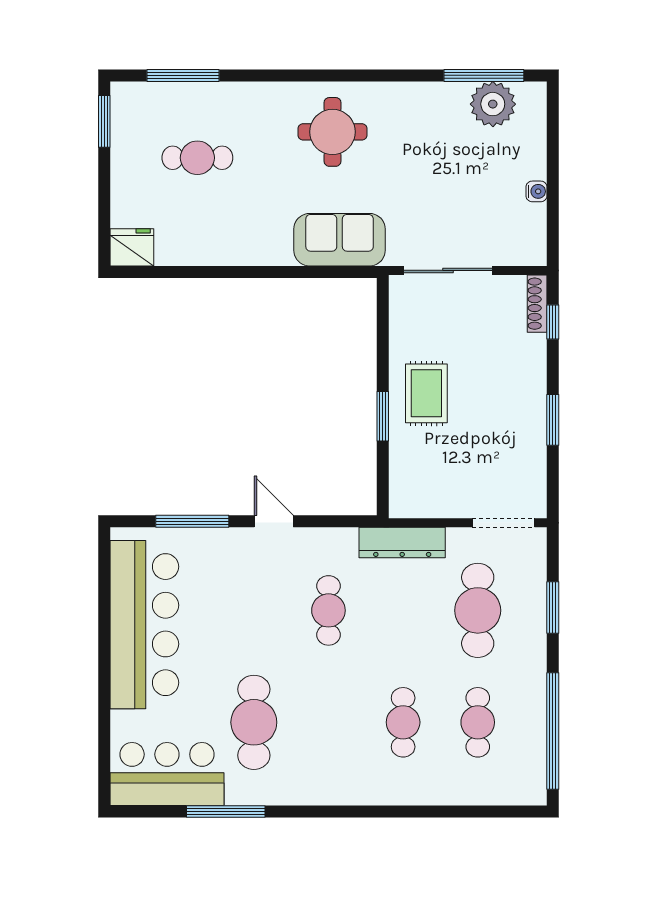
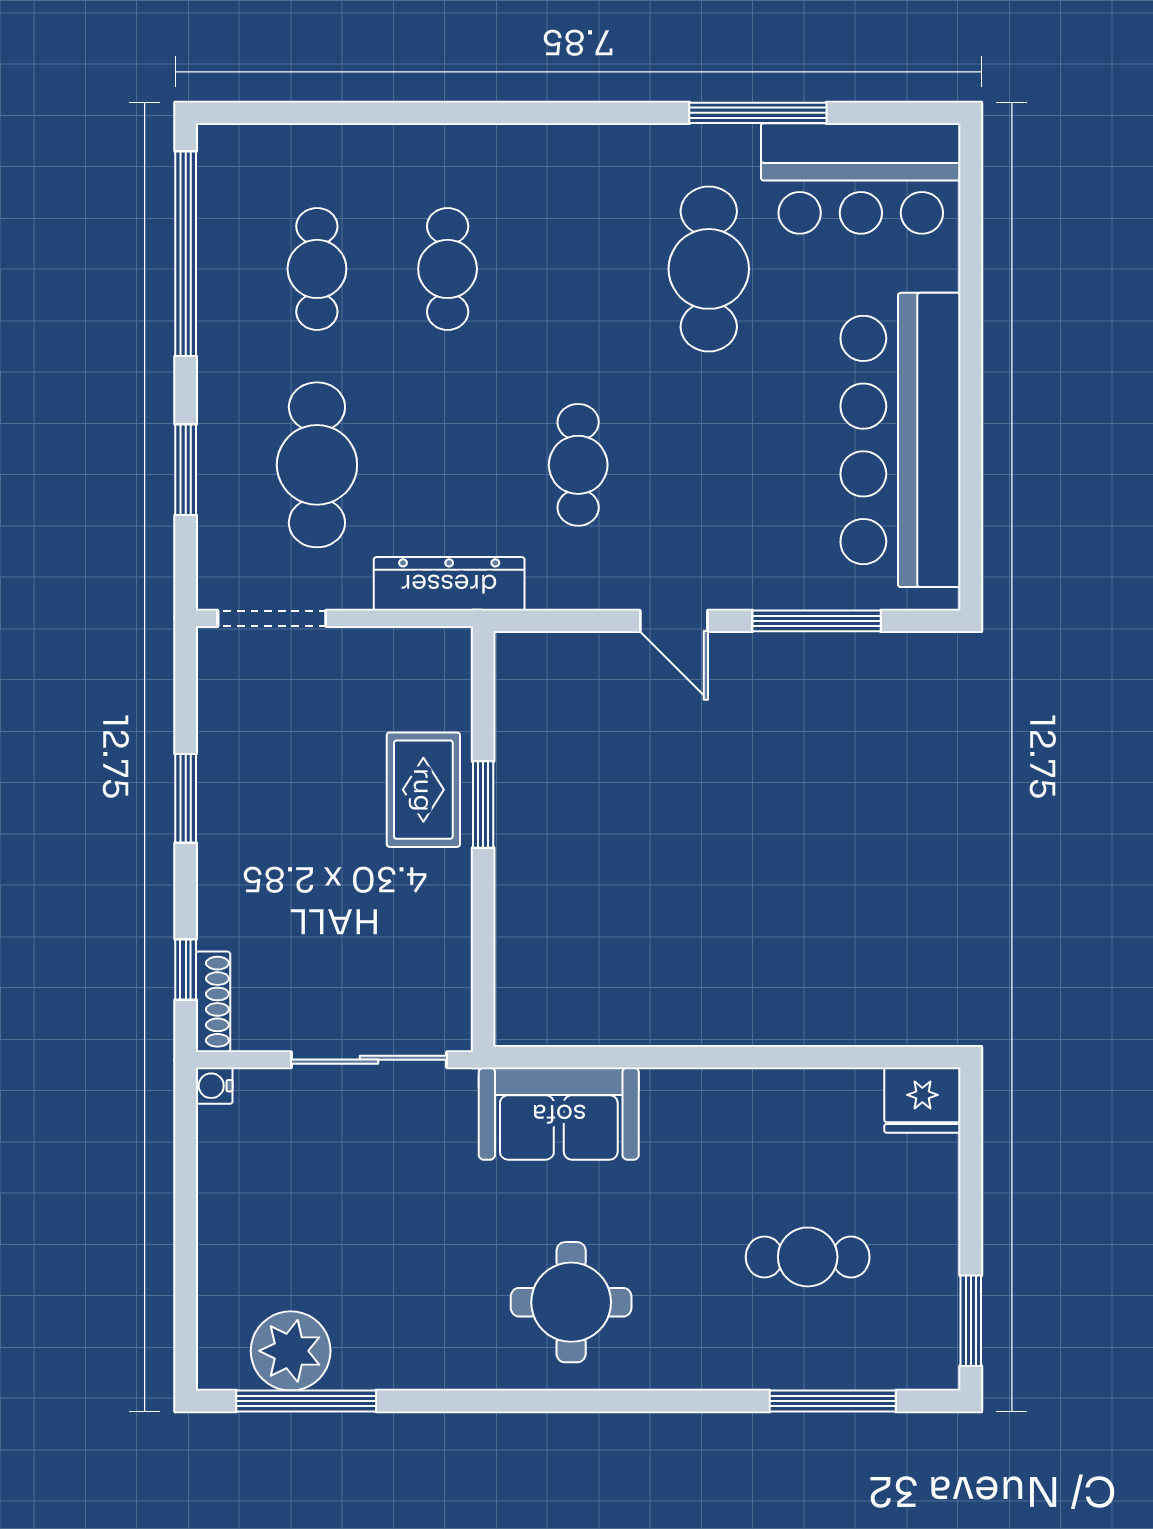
water cooler: (536, 191) -> (214, 1086), moved
rug: (426, 393) -> (423, 790), moved

